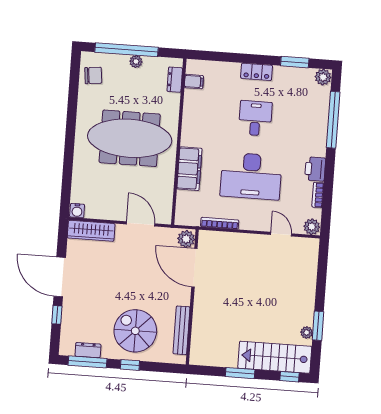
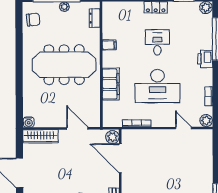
filing cabinet: (194, 82) -> (109, 45), moved
printer: (315, 169) -> (205, 59), moved

